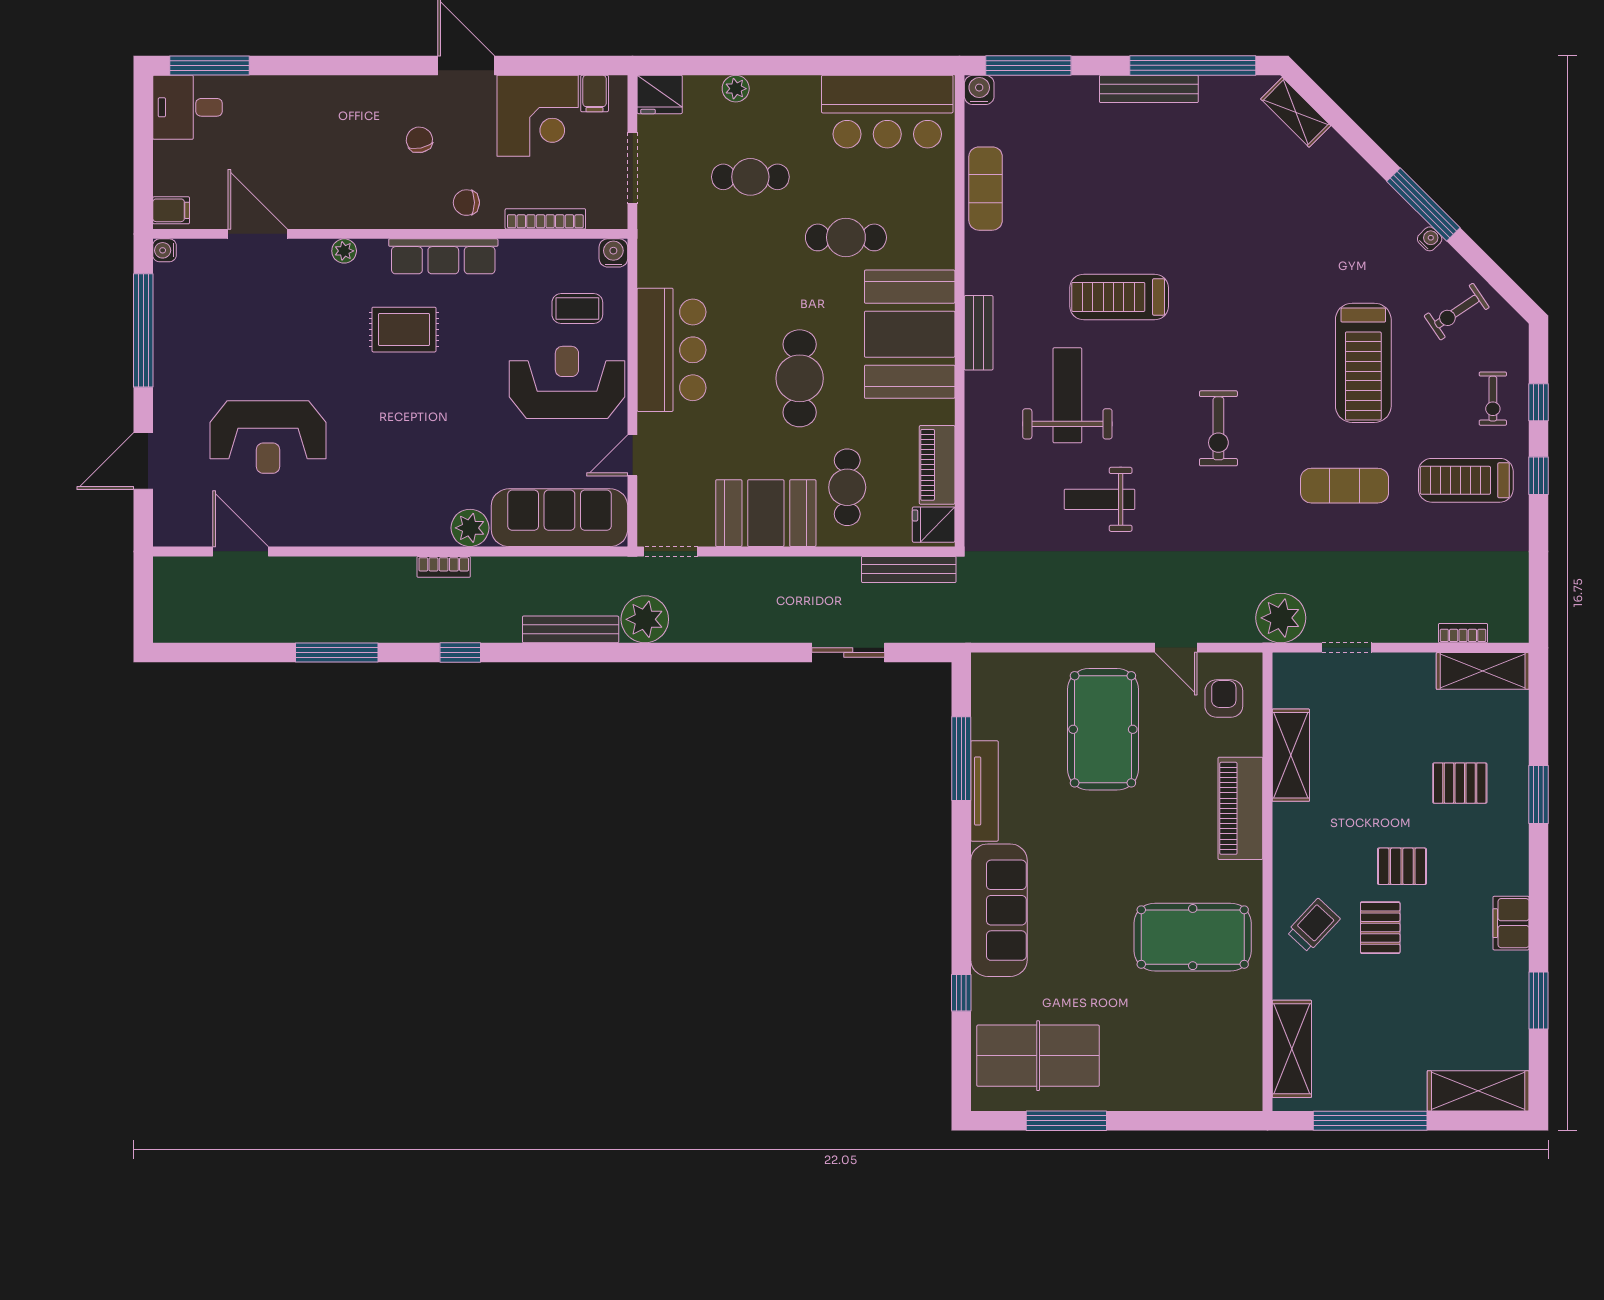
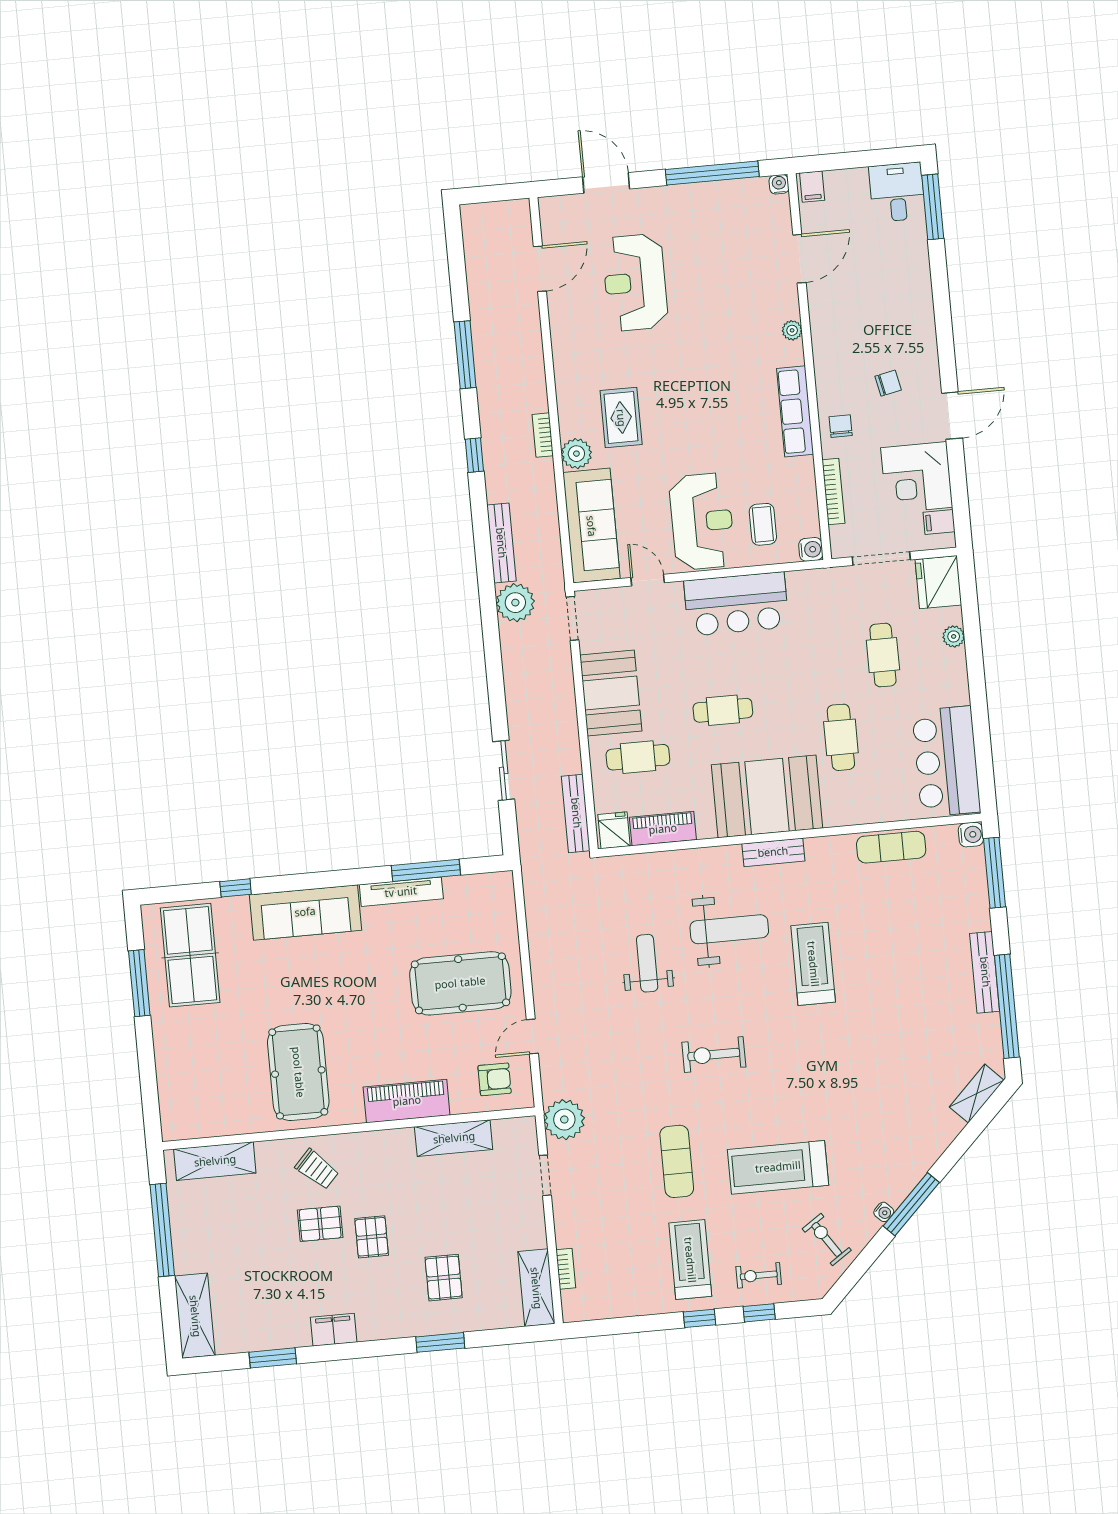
fridge: (660, 94) -> (938, 582), width x1.36, depth x1.34
rug: (404, 330) -> (621, 418), moved
cafe table: (800, 378) -> (723, 710), width x0.73, depth x0.74

